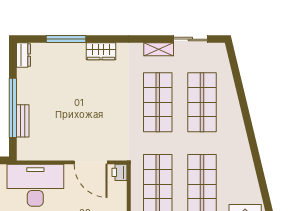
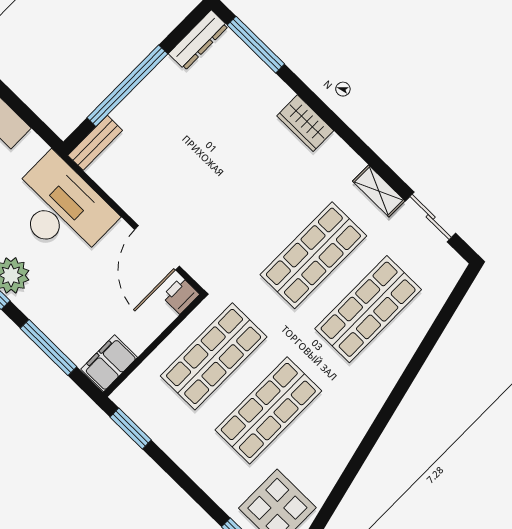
window: (66, 39) -> (256, 45), moved
dresser: (23, 55) -> (198, 40), width x1.44
bench: (23, 121) -> (95, 143), moved

